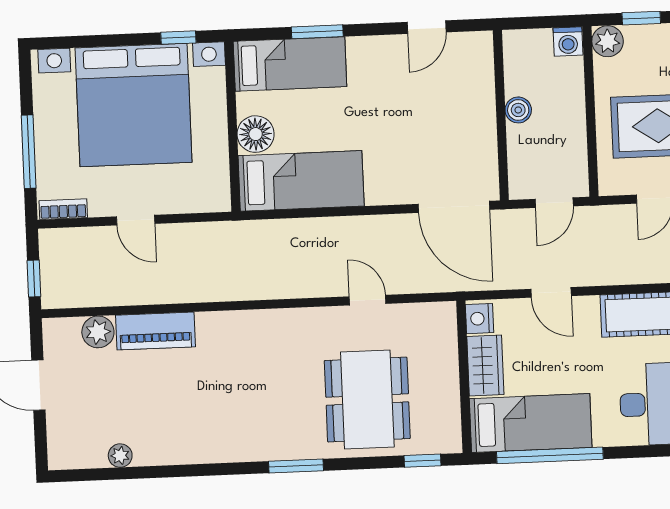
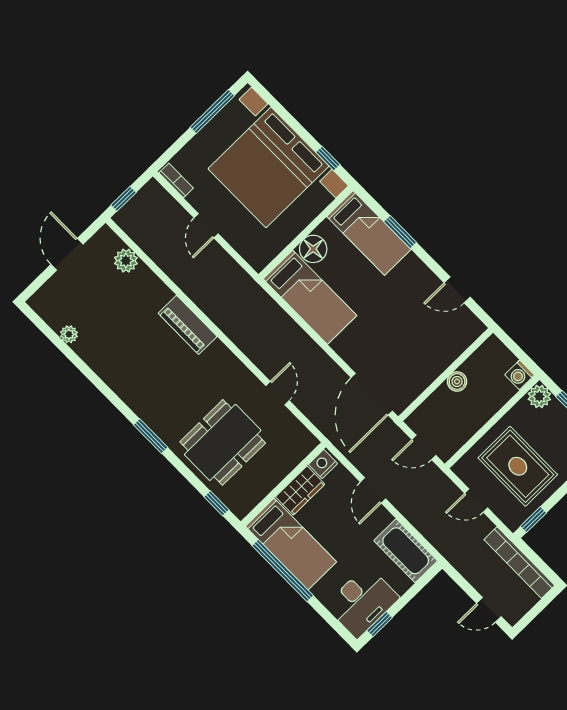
window: (29, 152) -> (212, 112), moved
piano: (156, 331) -> (188, 325), moved

